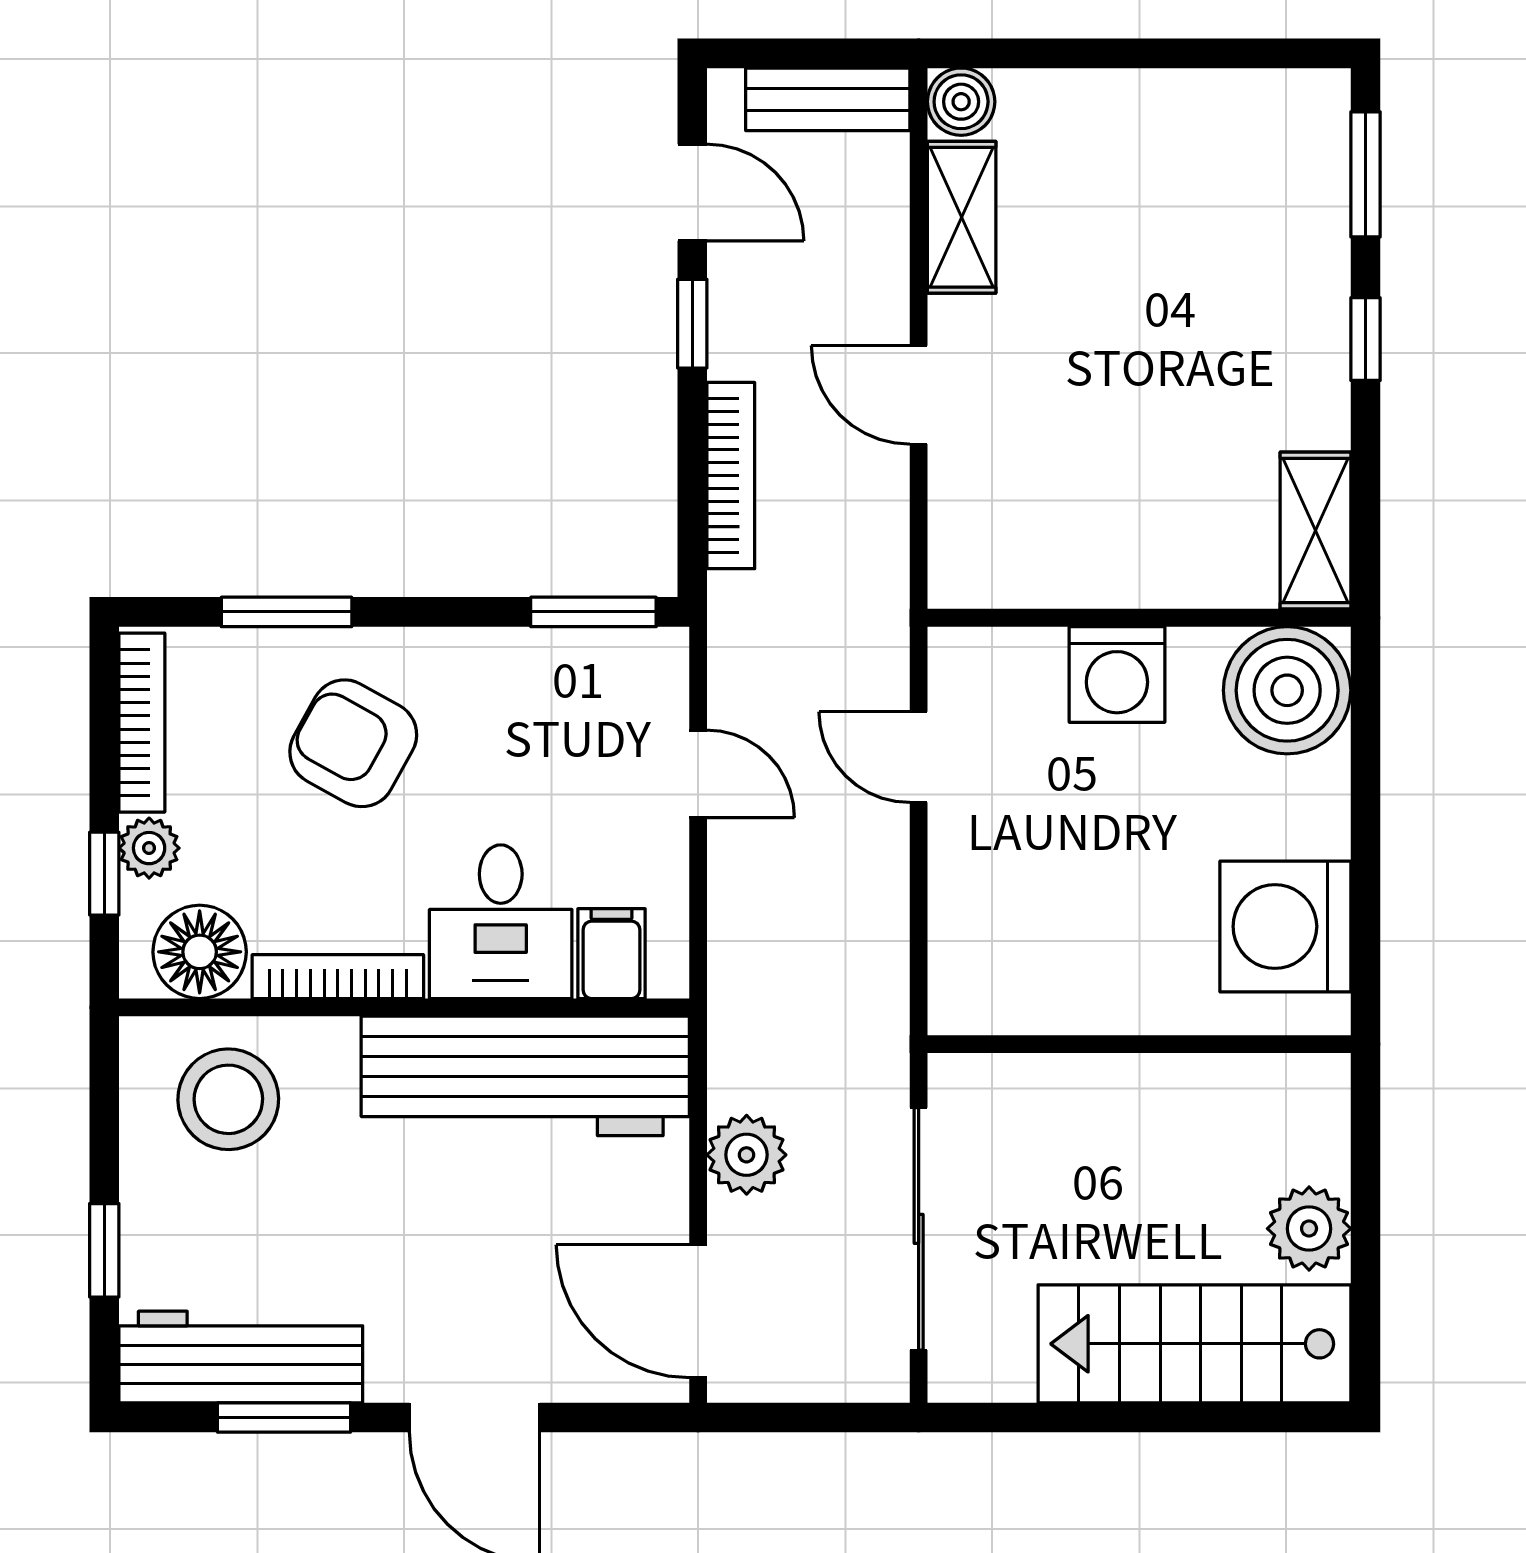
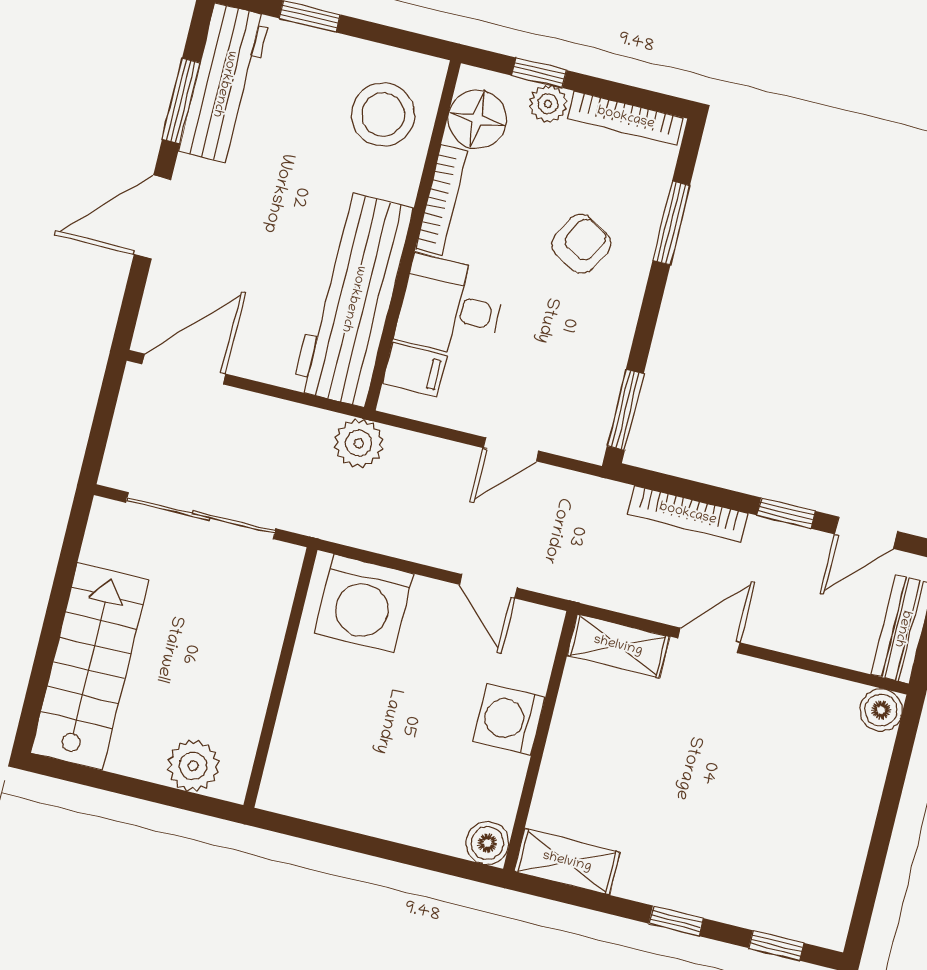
window: (1365, 174) -> (776, 946), width x0.67
shelving: (962, 217) -> (618, 646), moved
boiler: (1287, 690) -> (487, 843), width x0.54, depth x0.54
armchair: (353, 743) -> (581, 244), width x0.72, depth x0.72
door: (919, 757) -> (488, 586), swing flipped
washing machine: (1285, 926) -> (363, 603), moved, turned 180
plant: (747, 1155) -> (359, 443), moved
plant: (1309, 1229) -> (193, 766), moved

